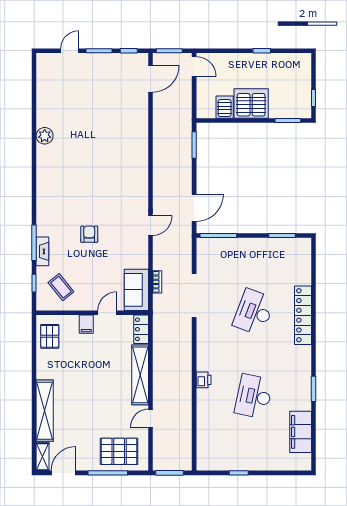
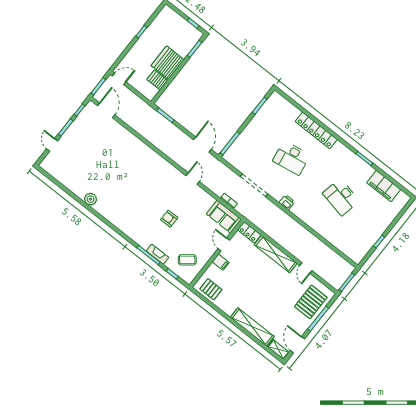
desk: (254, 312) -> (291, 158), turned -30
printer: (204, 380) -> (287, 202), moved

